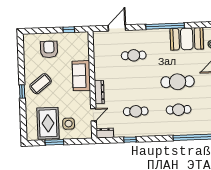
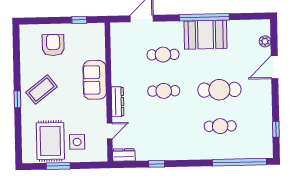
booth: (187, 39) -> (206, 35), moved
cafe table: (136, 111) -> (164, 91), moved

